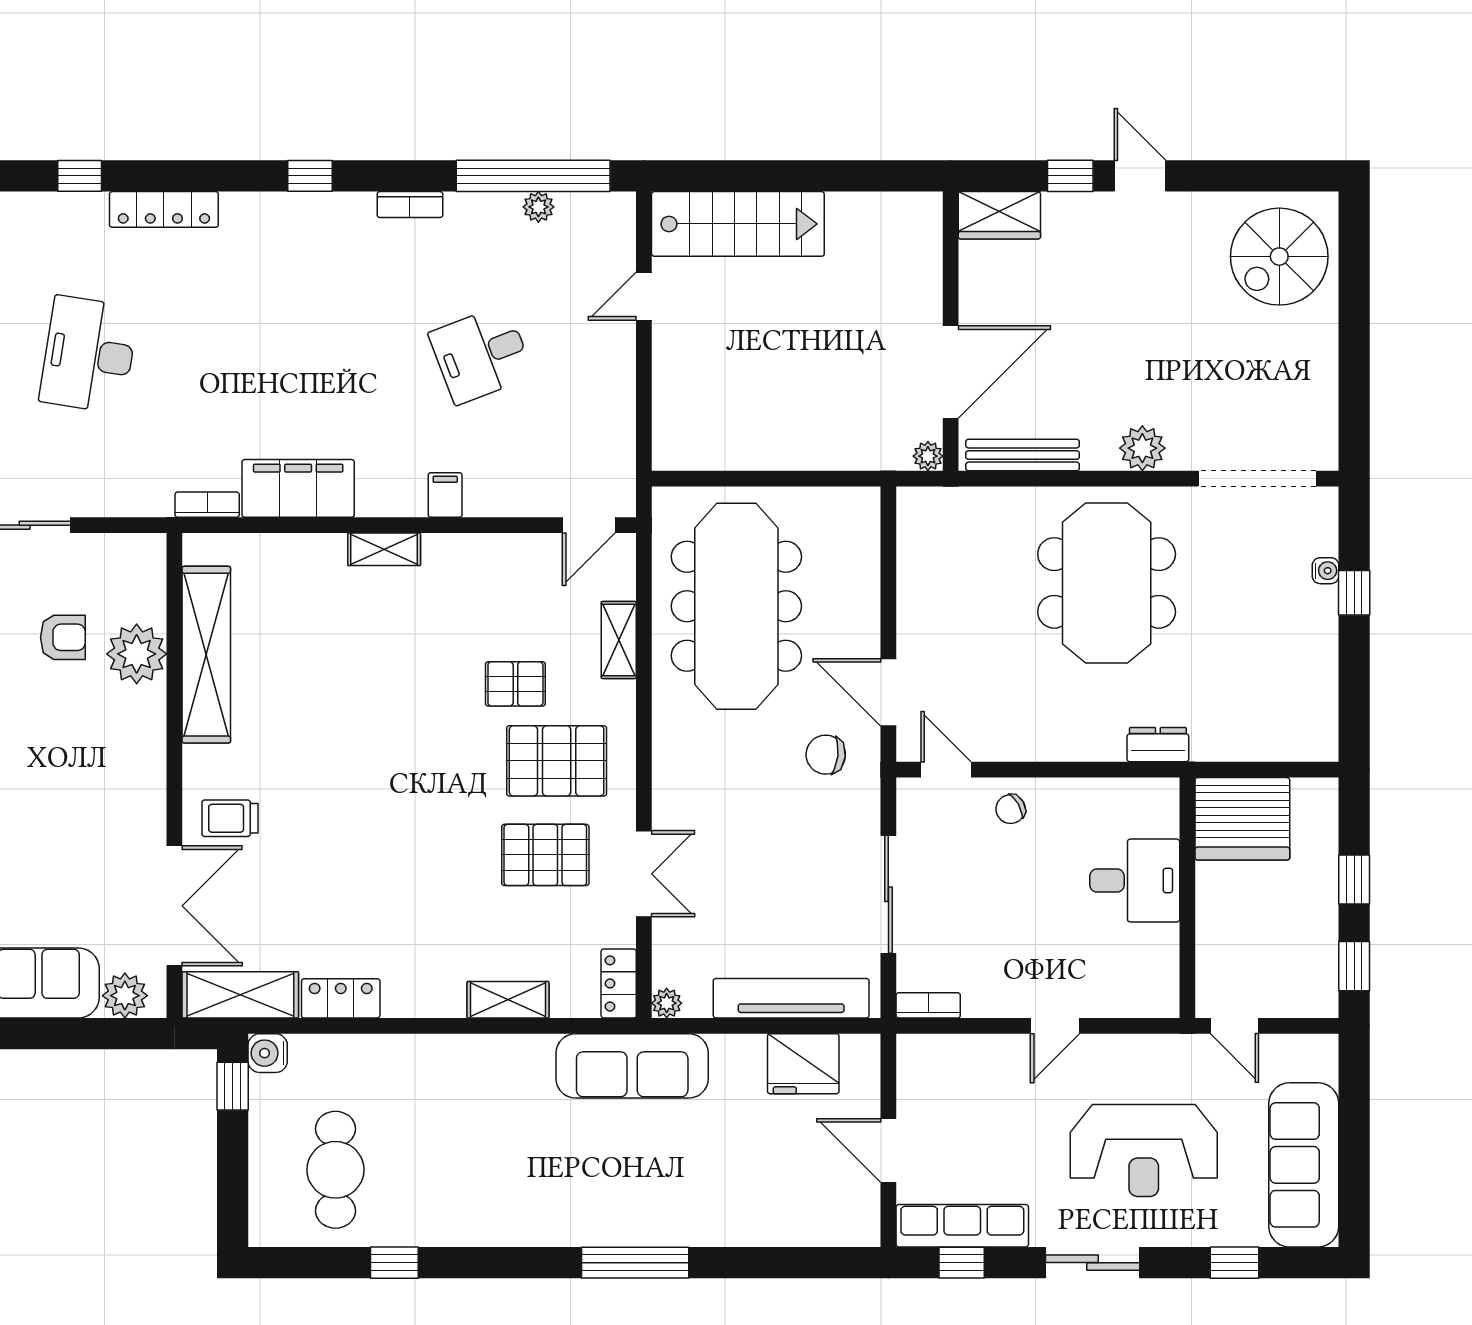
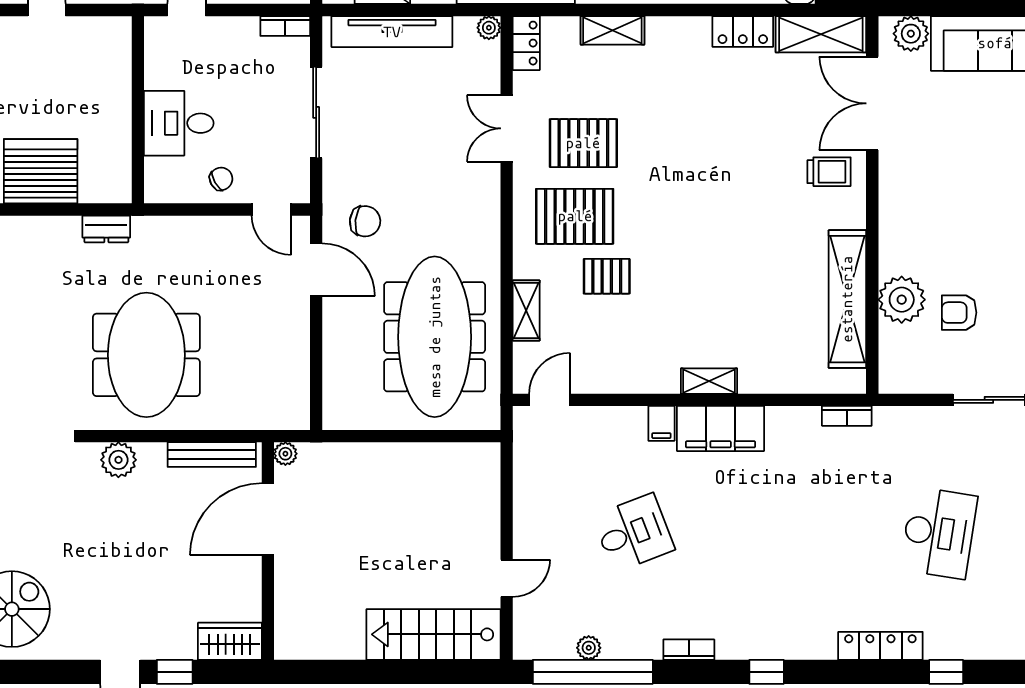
filing cabinet: (298, 488) -> (721, 429), moved
desk: (1135, 881) -> (179, 123), moved
wall: (1187, 898) -> (138, 110), moved

